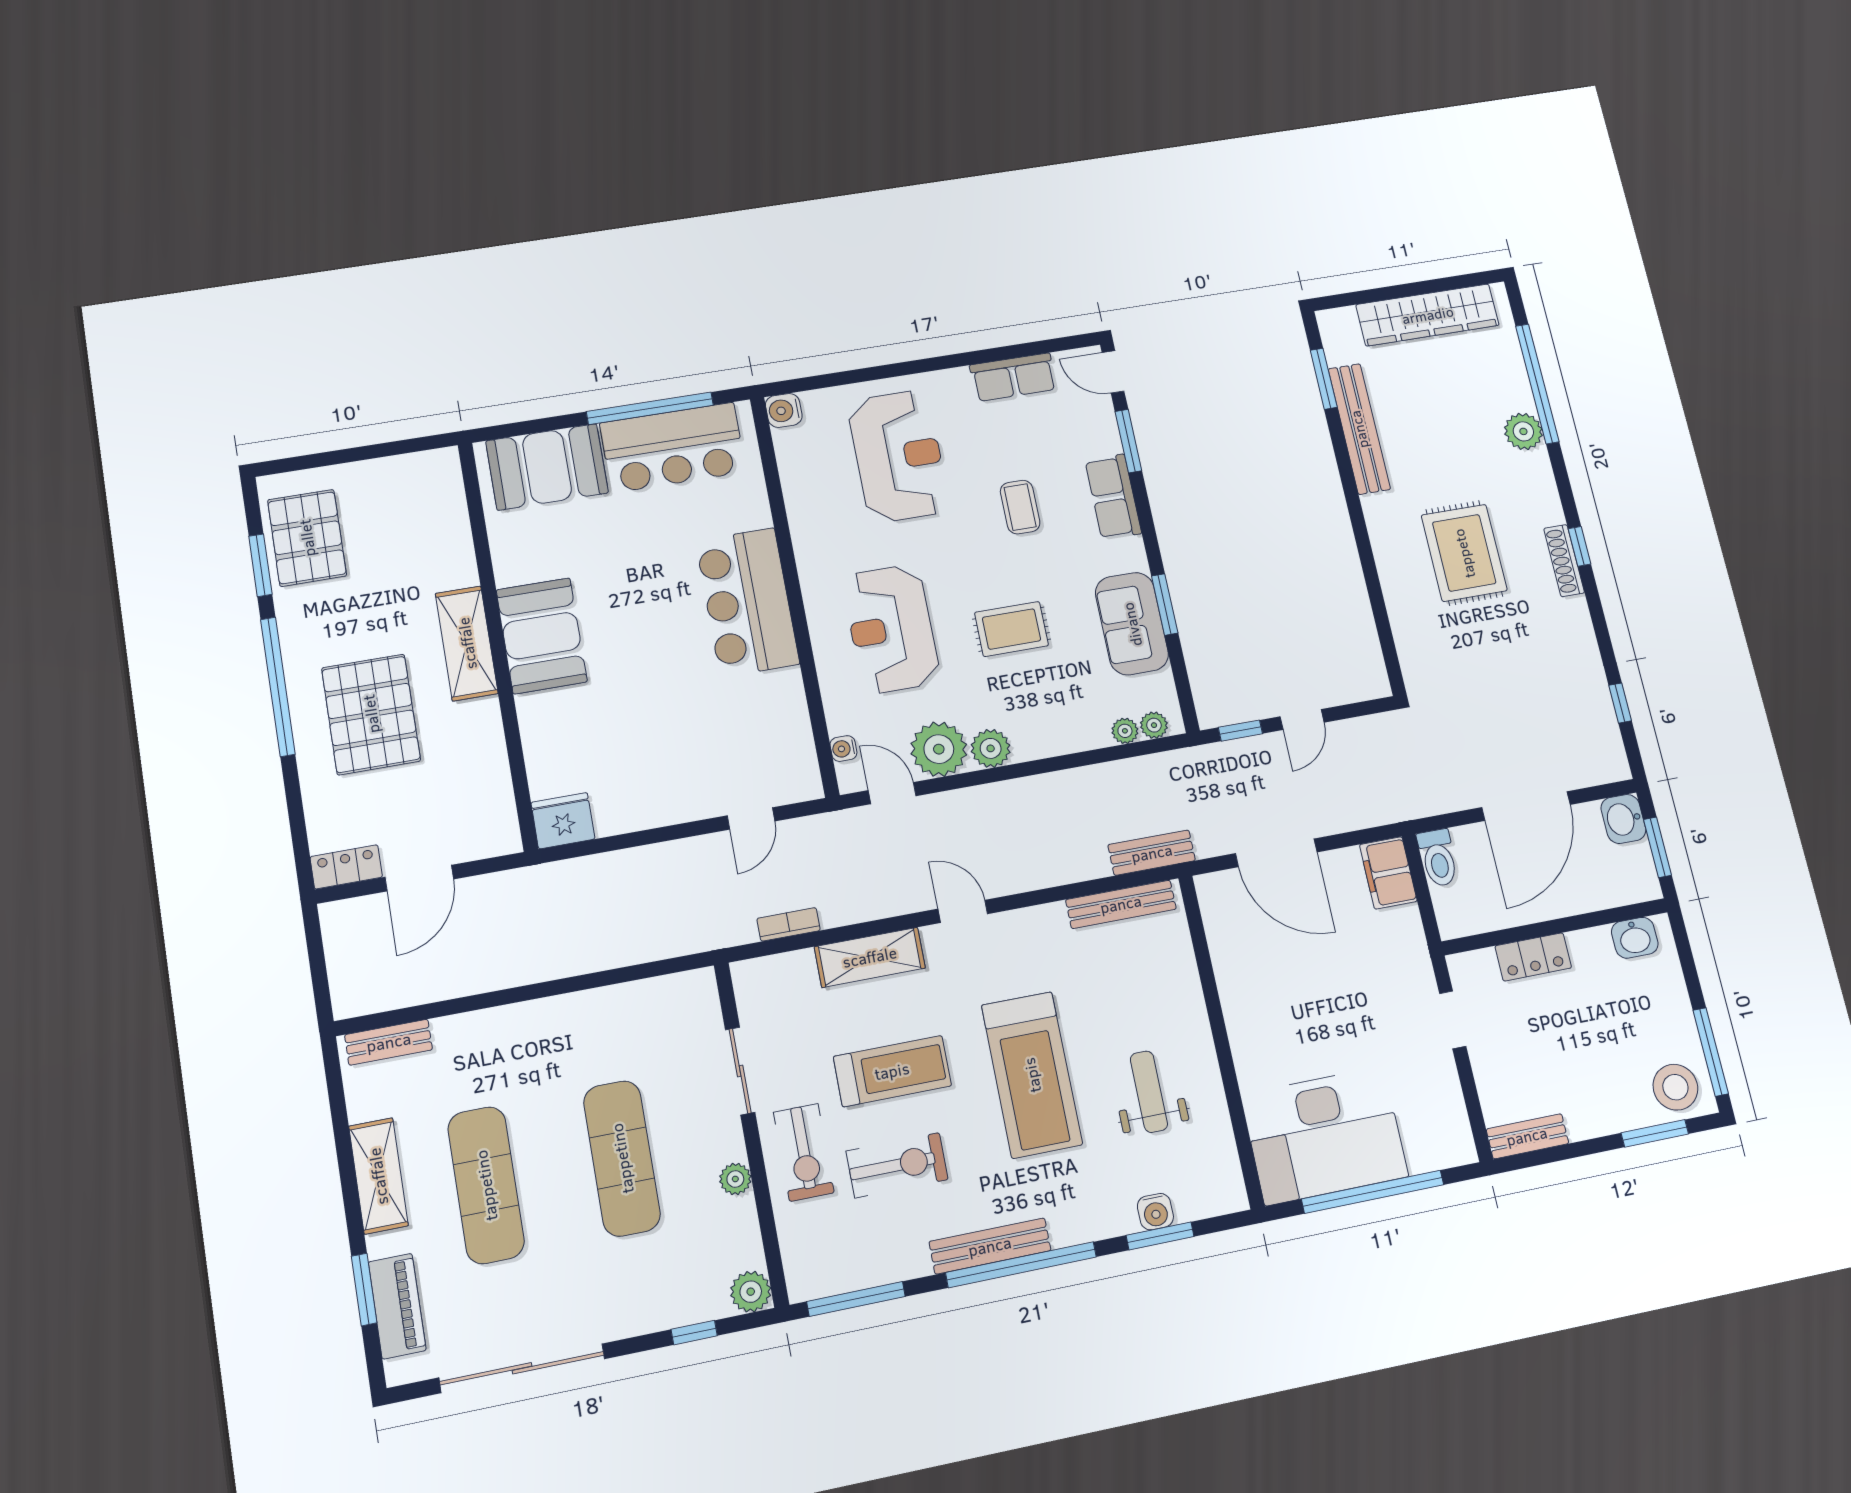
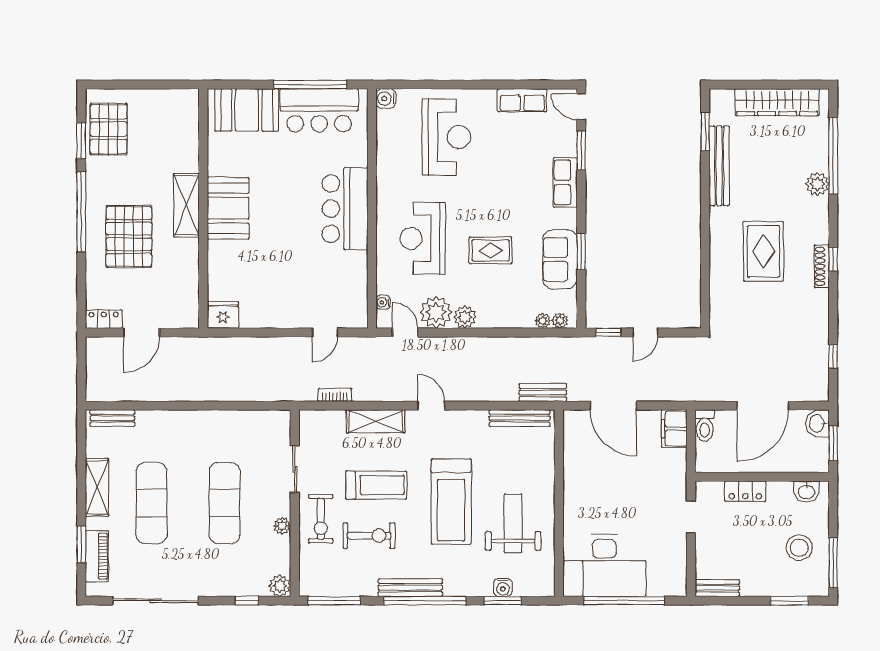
coffee table: (1020, 507) -> (510, 179), removed
stool: (1675, 1087) -> (799, 548), moved
weight bench: (1149, 1092) -> (513, 523), width x1.36, depth x1.33

